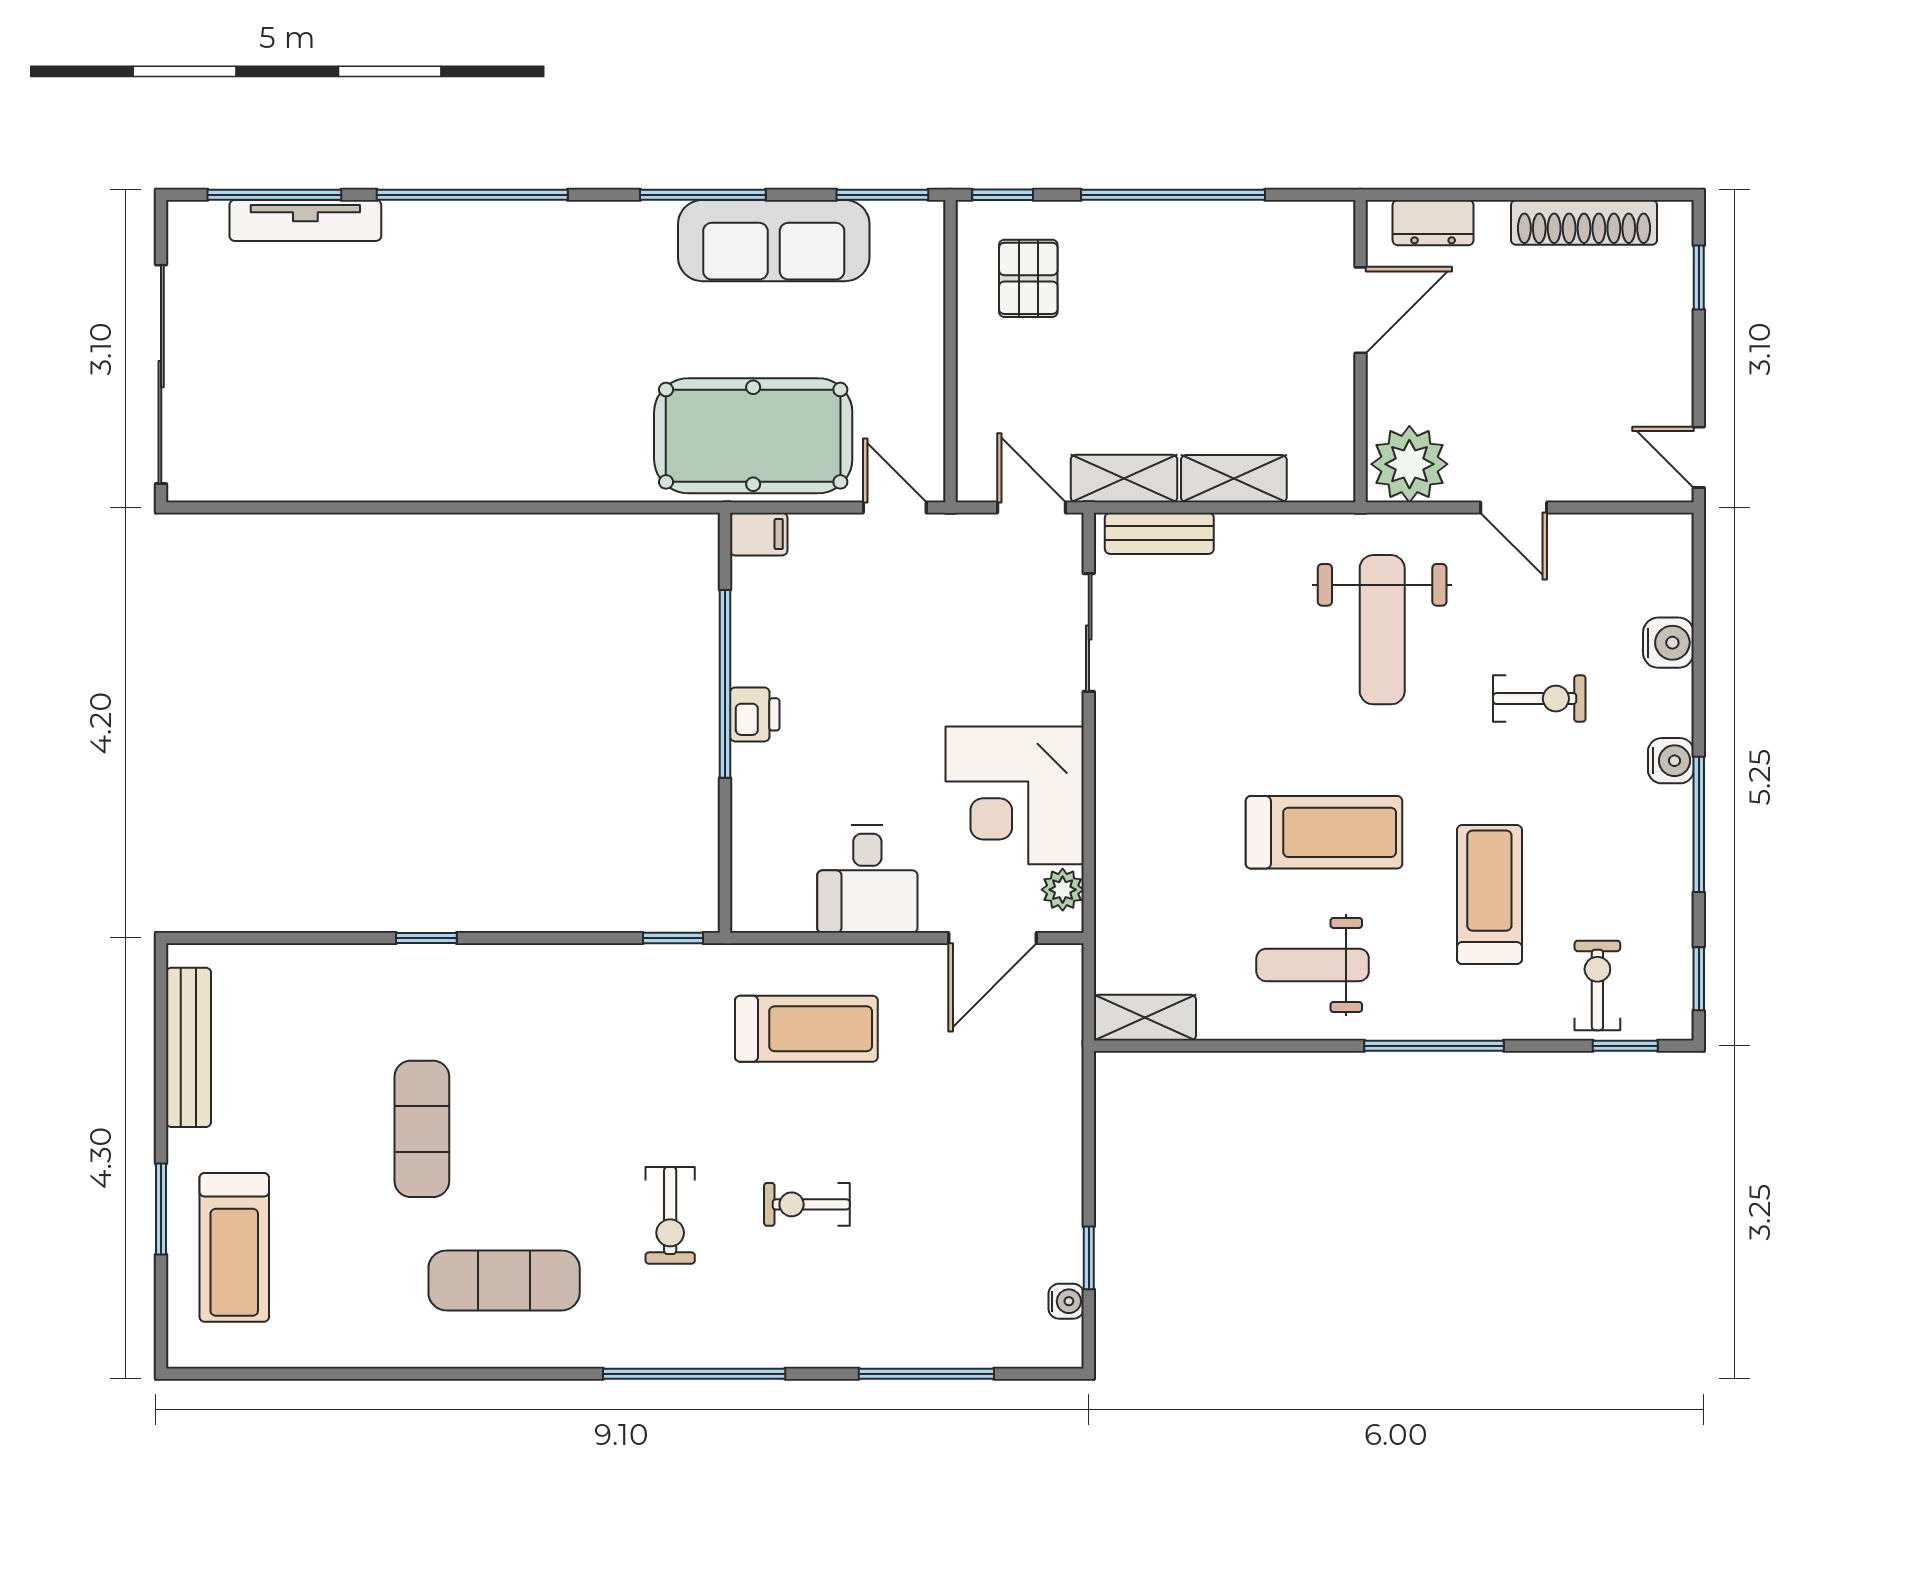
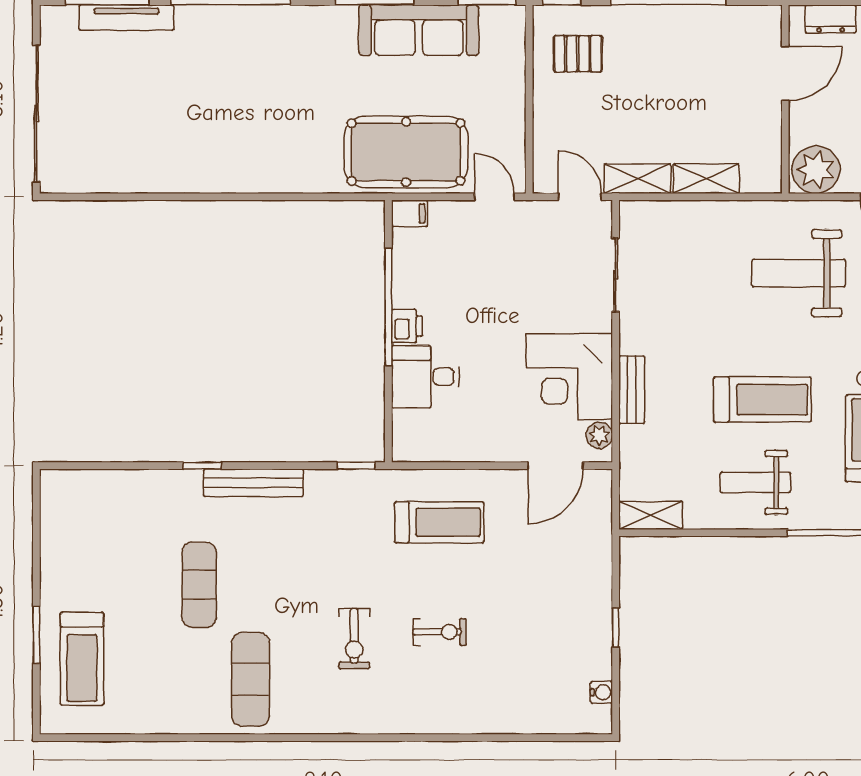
pallet: (1028, 278) -> (578, 54), turned 90
bench: (1159, 533) -> (632, 390), moved, turned 90
weight bench: (1382, 630) -> (799, 273), turned 90
desk: (867, 879) -> (425, 377), moved, turned 90
bench: (189, 1047) -> (253, 483), moved, turned 90
exercise bike: (807, 1204) -> (440, 632), turned 180
window: (1089, 1258) -> (616, 628), moved
exercise mat: (504, 1280) -> (251, 679), turned 90
window: (694, 1374) -> (369, 738), removed
window: (926, 1374) -> (514, 738), removed

